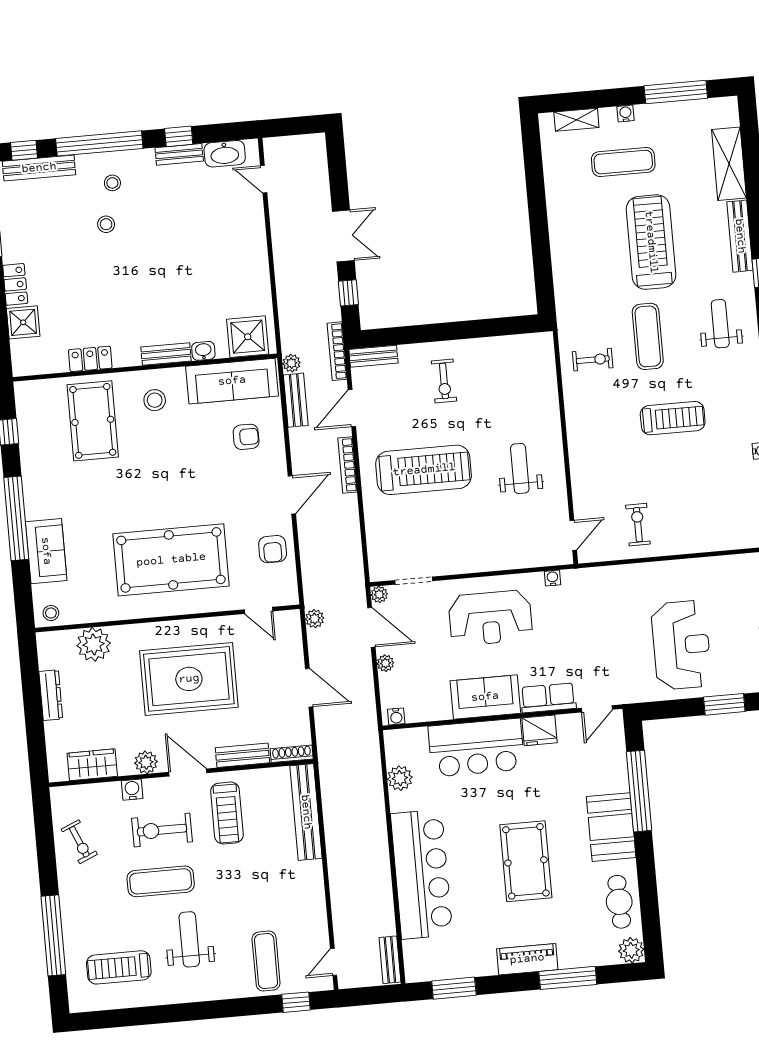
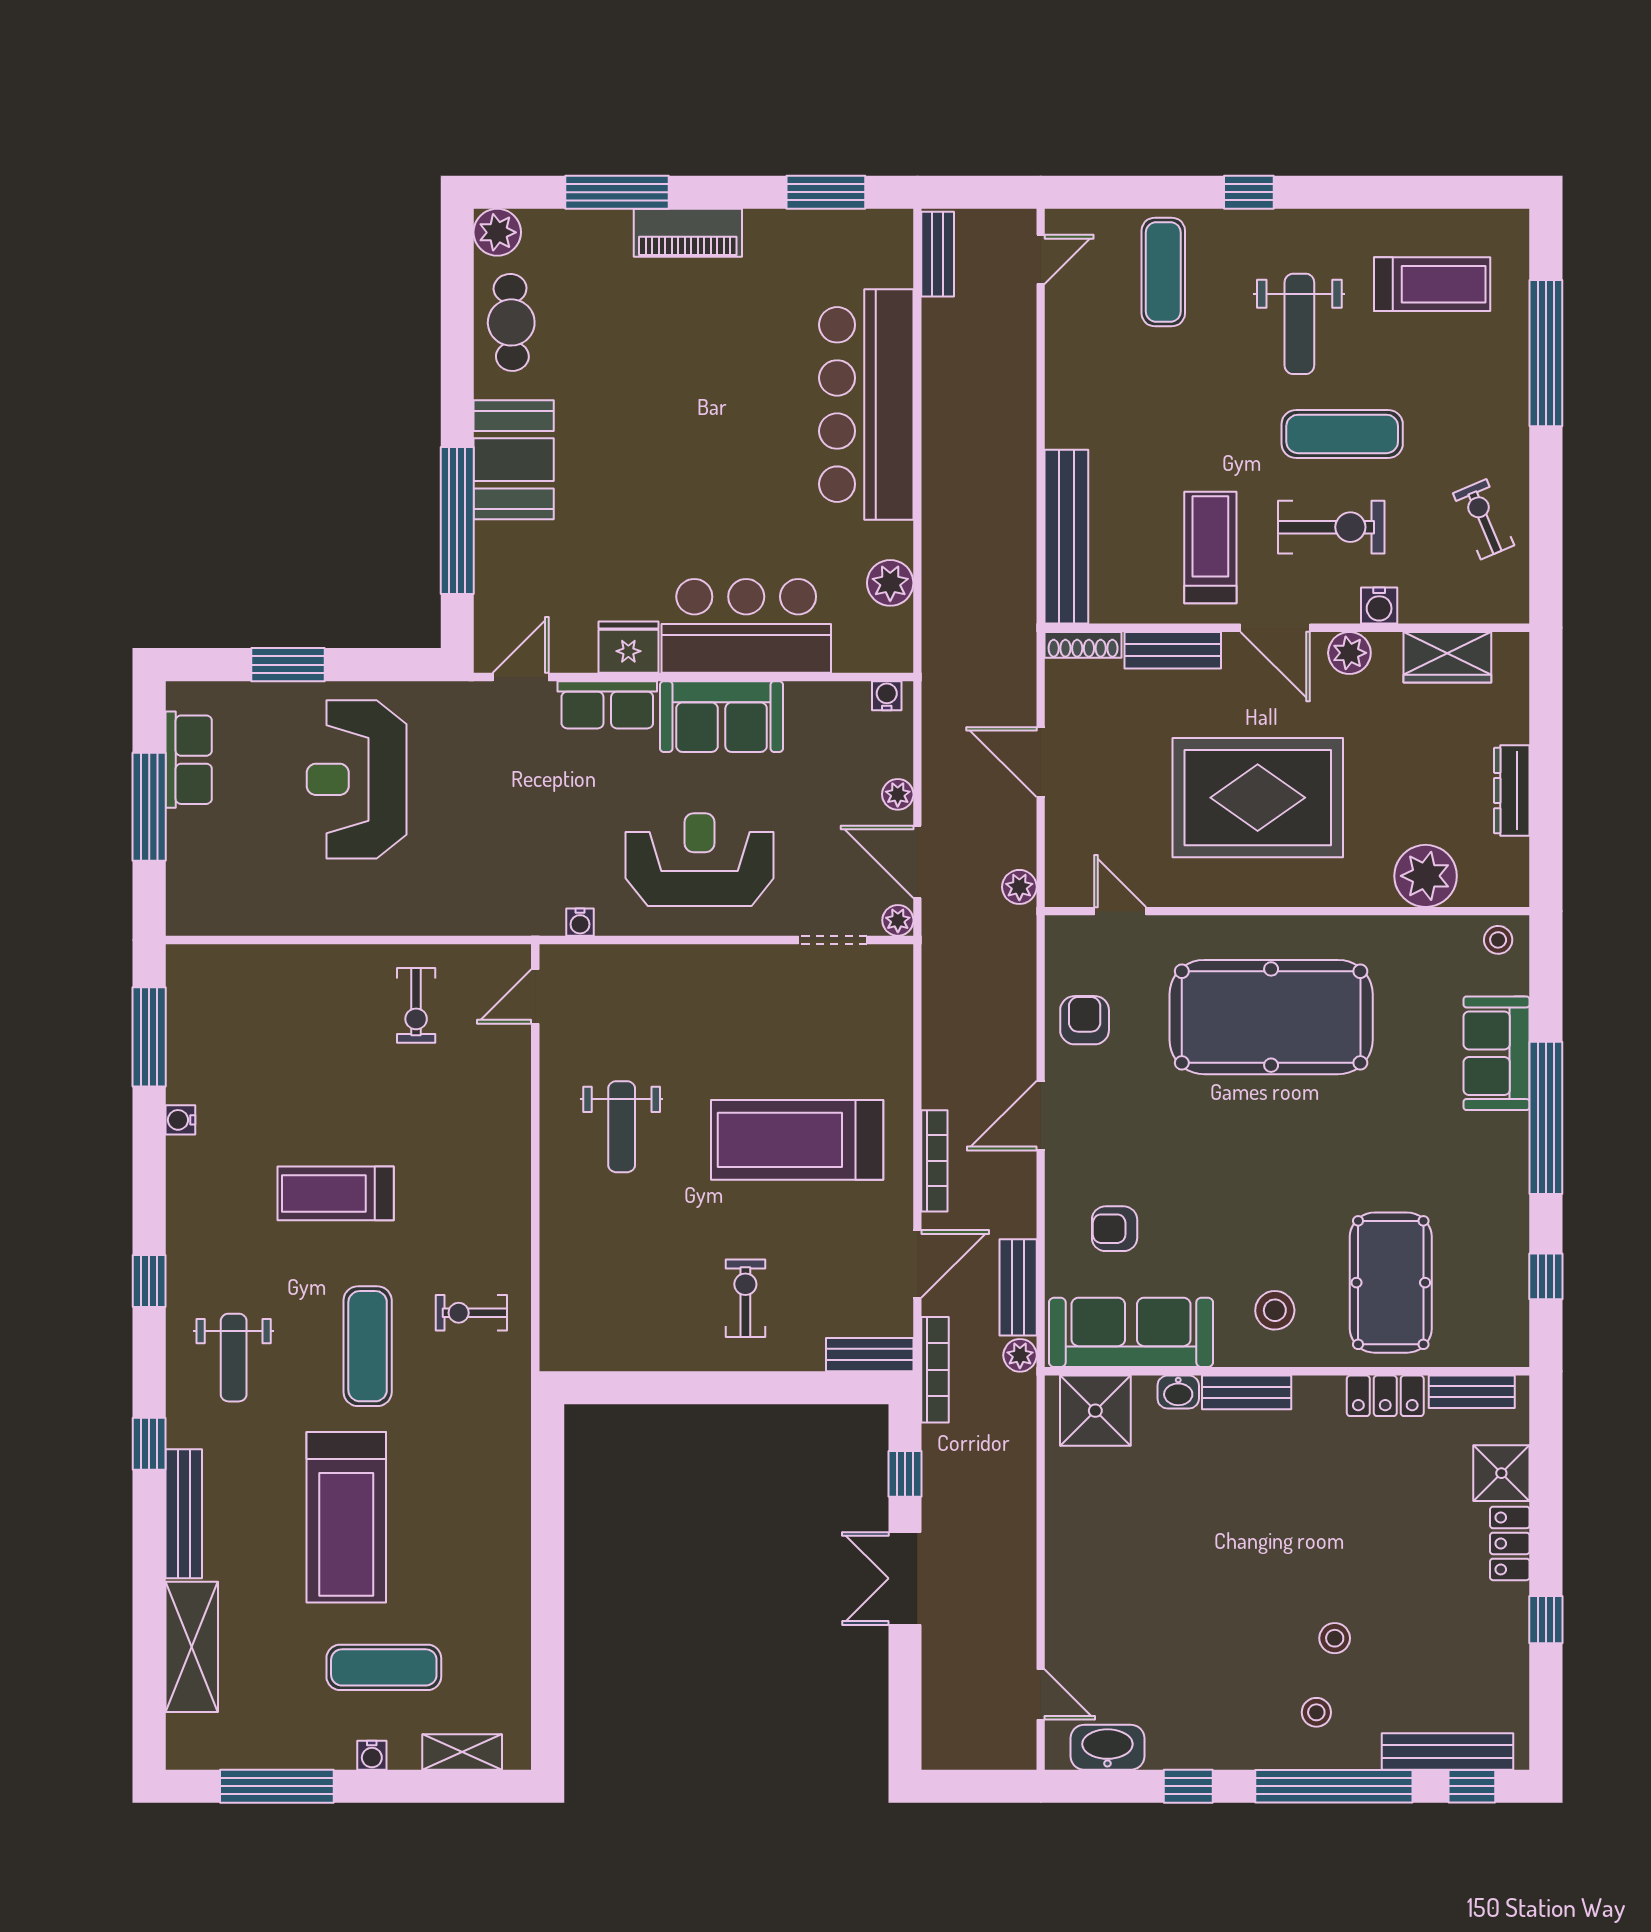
bench: (179, 154) -> (1472, 1392), moved
pool table: (526, 861) -> (674, 411), removed
window: (296, 1002) -> (1249, 192), moved

